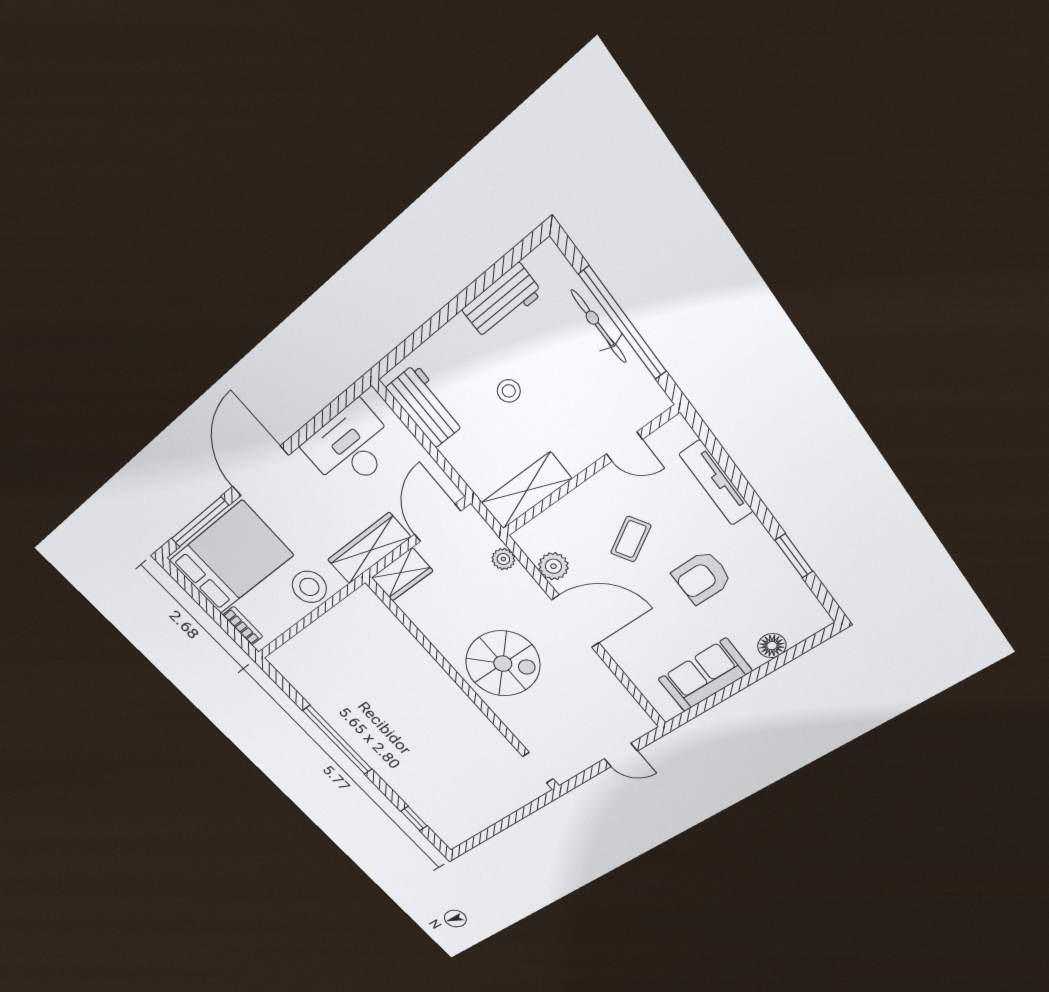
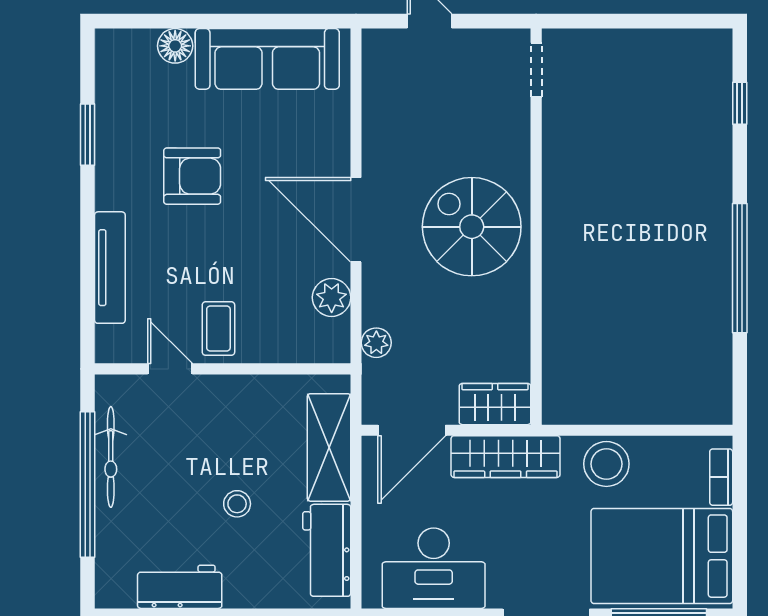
bicycle: (599, 326) -> (111, 457), moved
shelving: (526, 491) -> (329, 447), moved, turned 90
coffee table: (631, 539) -> (218, 329), moved, turned -59
sofa: (705, 675) -> (267, 59), width x1.36

